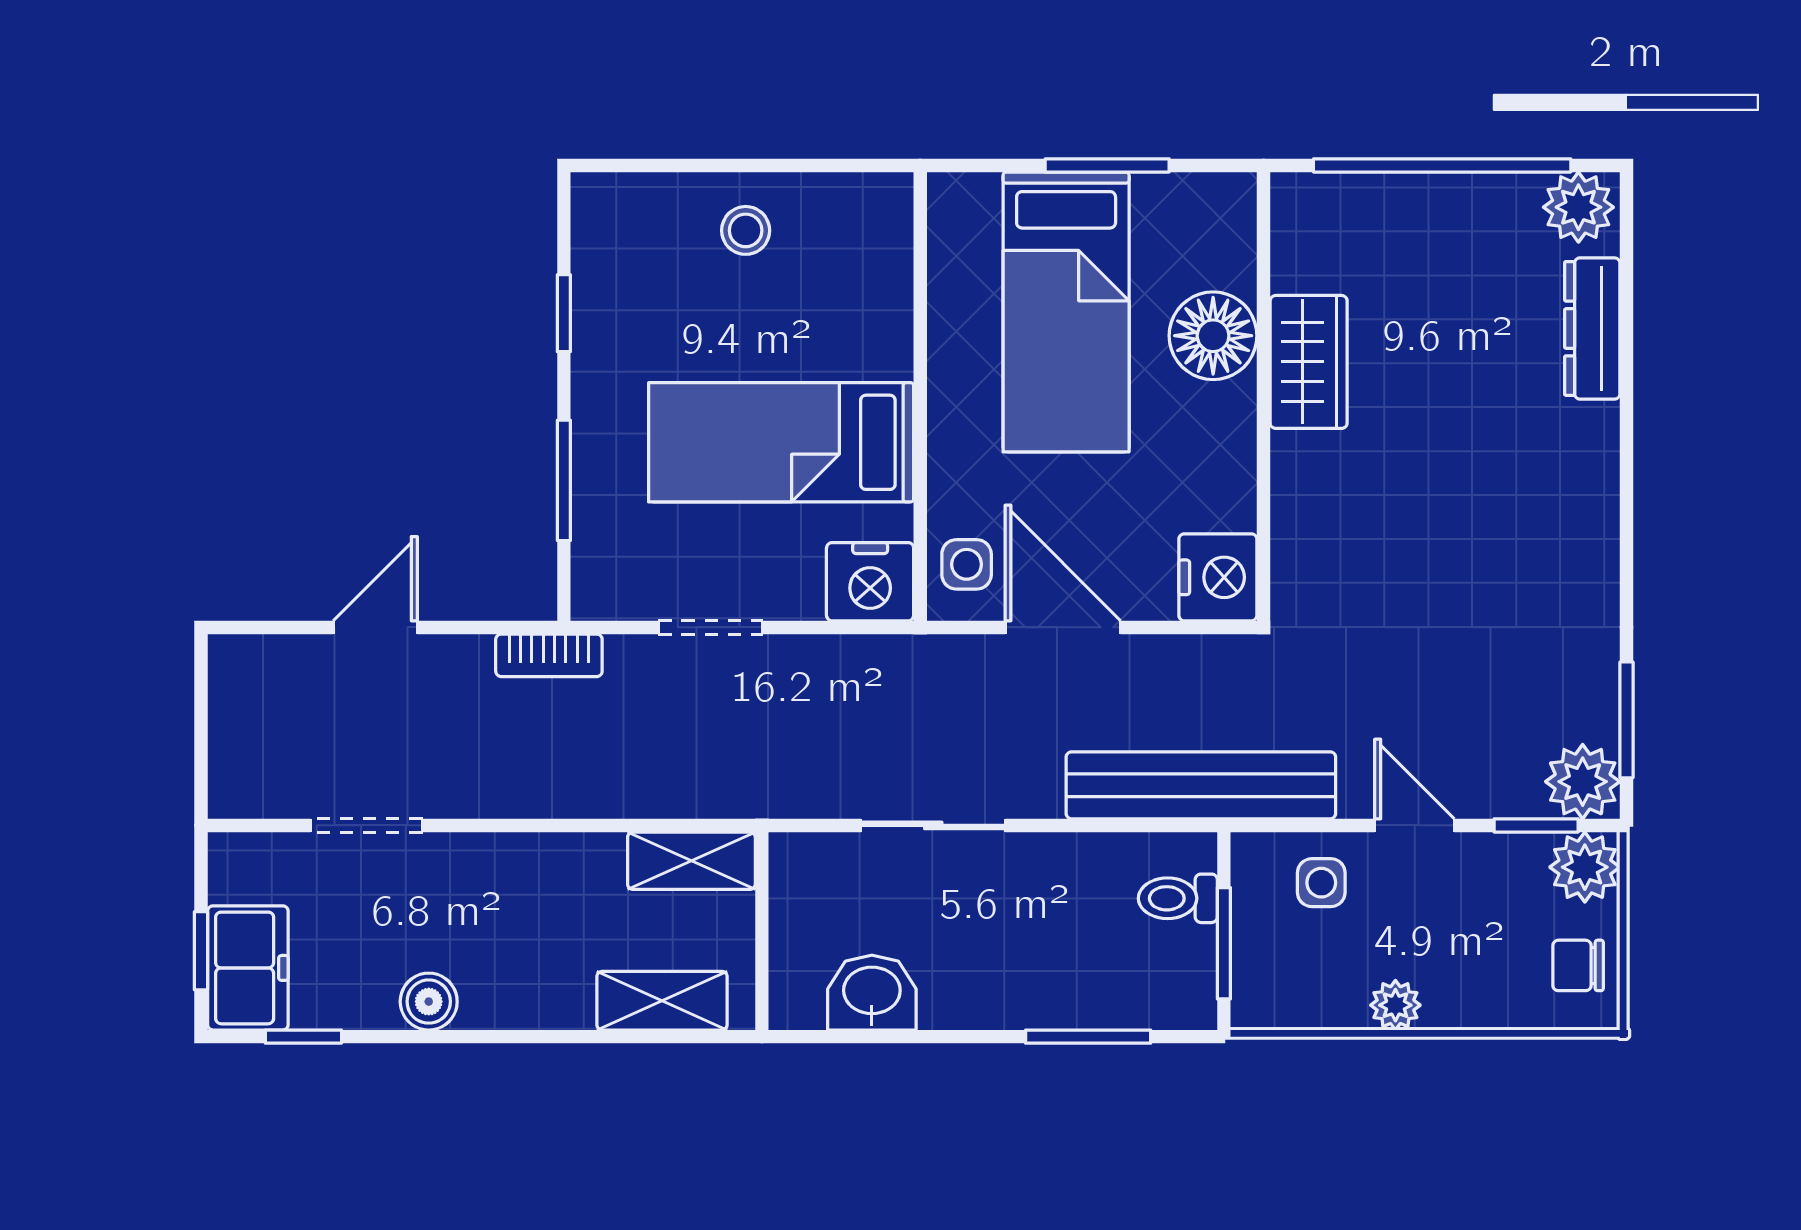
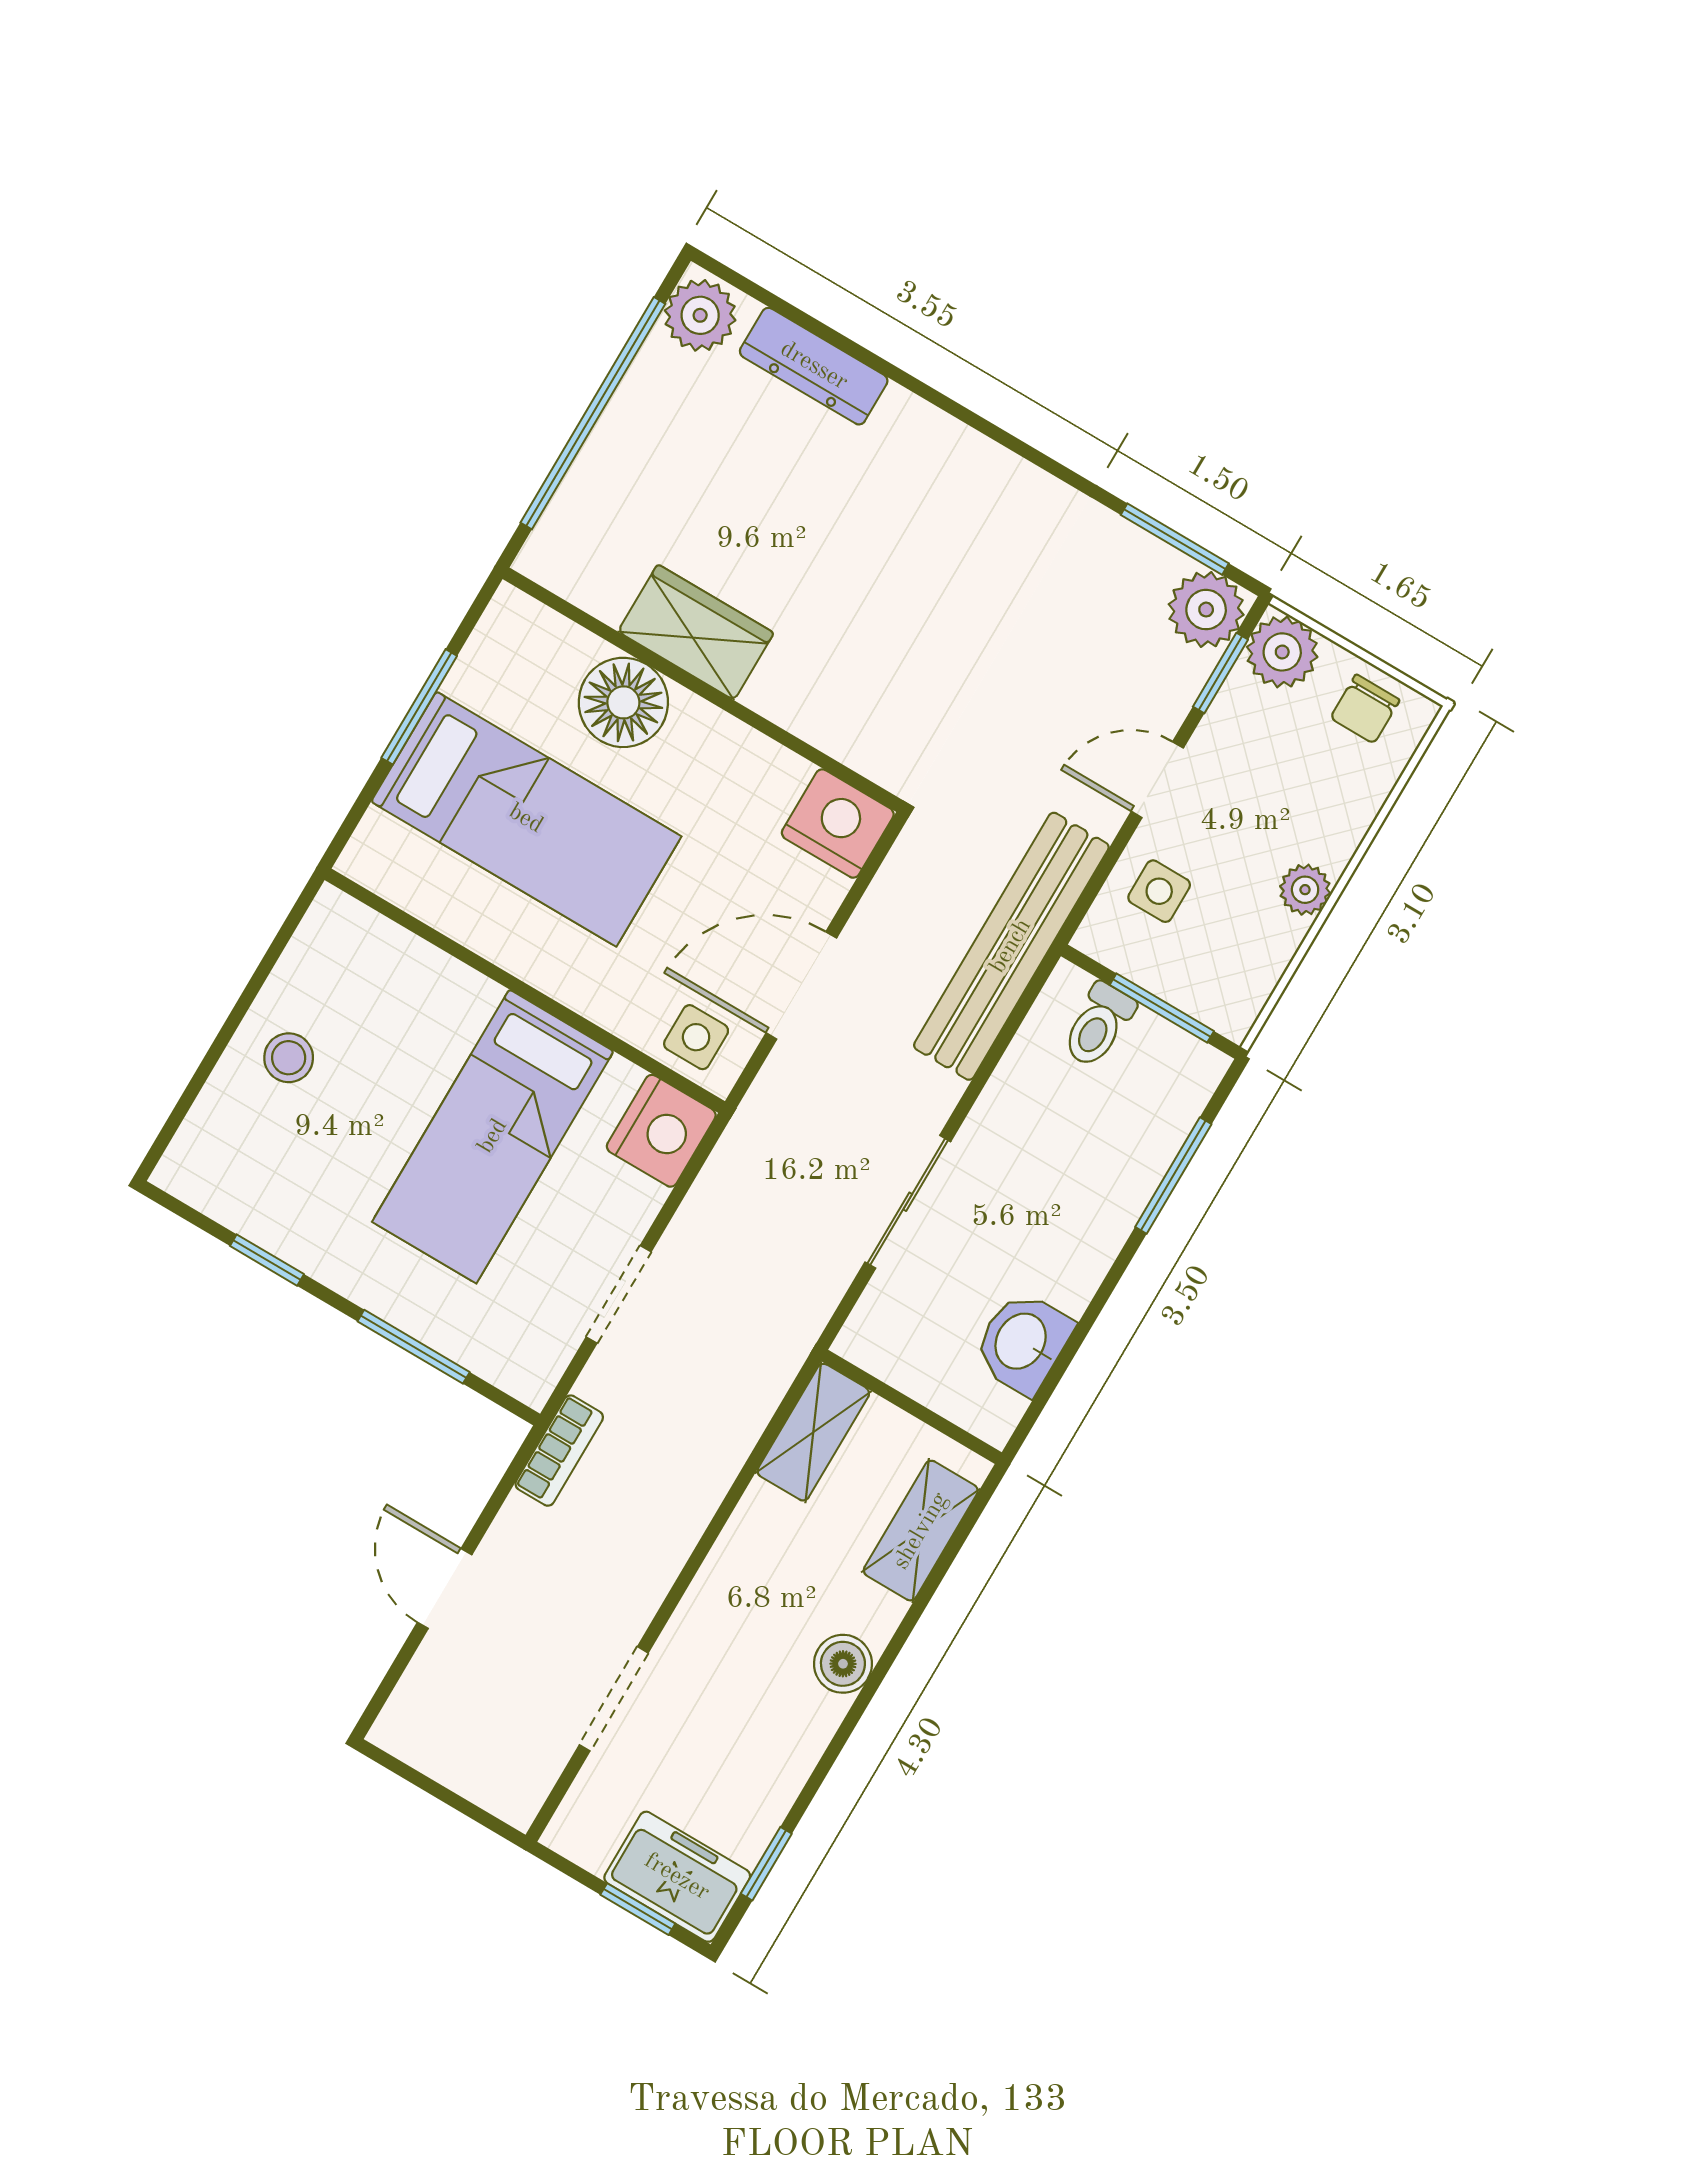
boiler: (429, 1002) -> (843, 1664), moved

